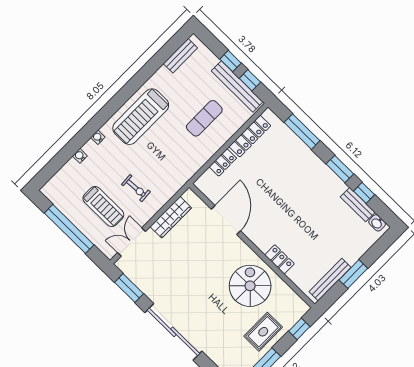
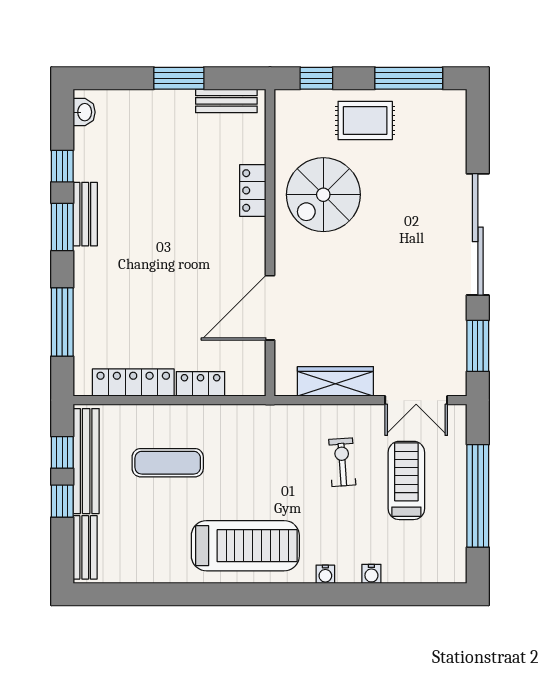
bench: (180, 56) -> (85, 547), moved, turned 90
bench: (358, 205) -> (85, 214), moved
bench: (330, 280) -> (226, 101), width x0.73

